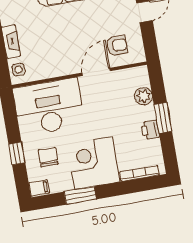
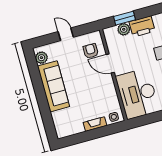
window: (163, 118) -> (124, 18), moved
printer: (150, 130) -> (142, 26), width x1.87, depth x1.48

